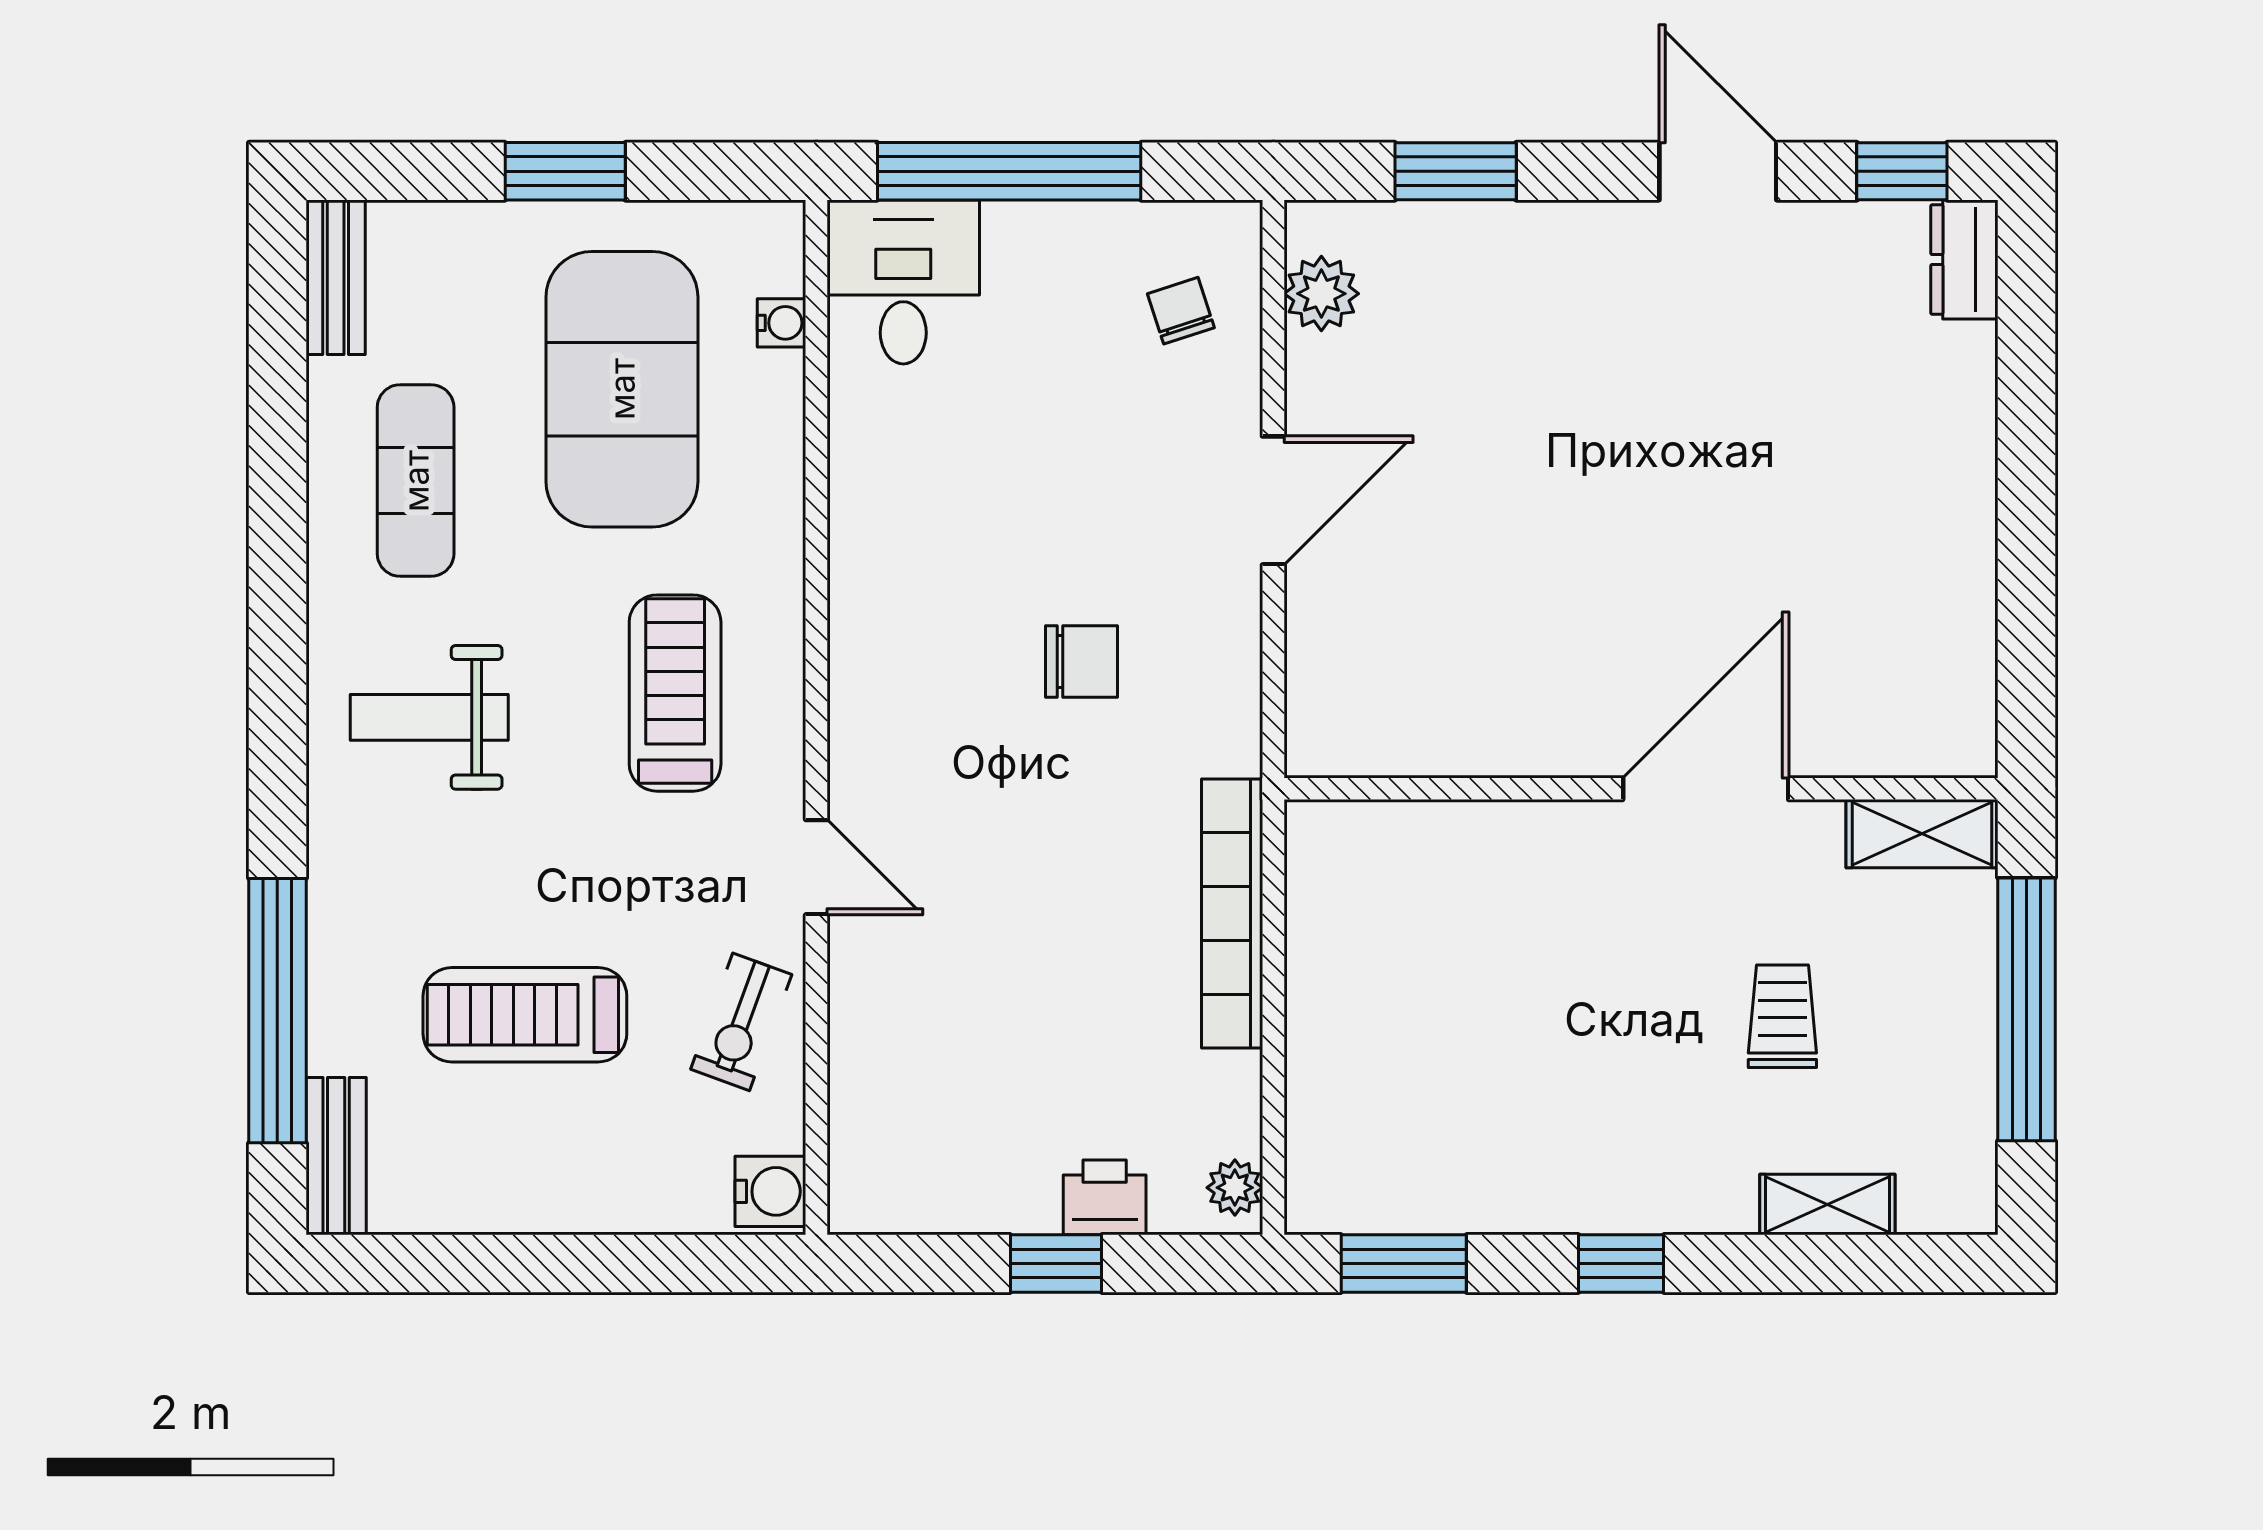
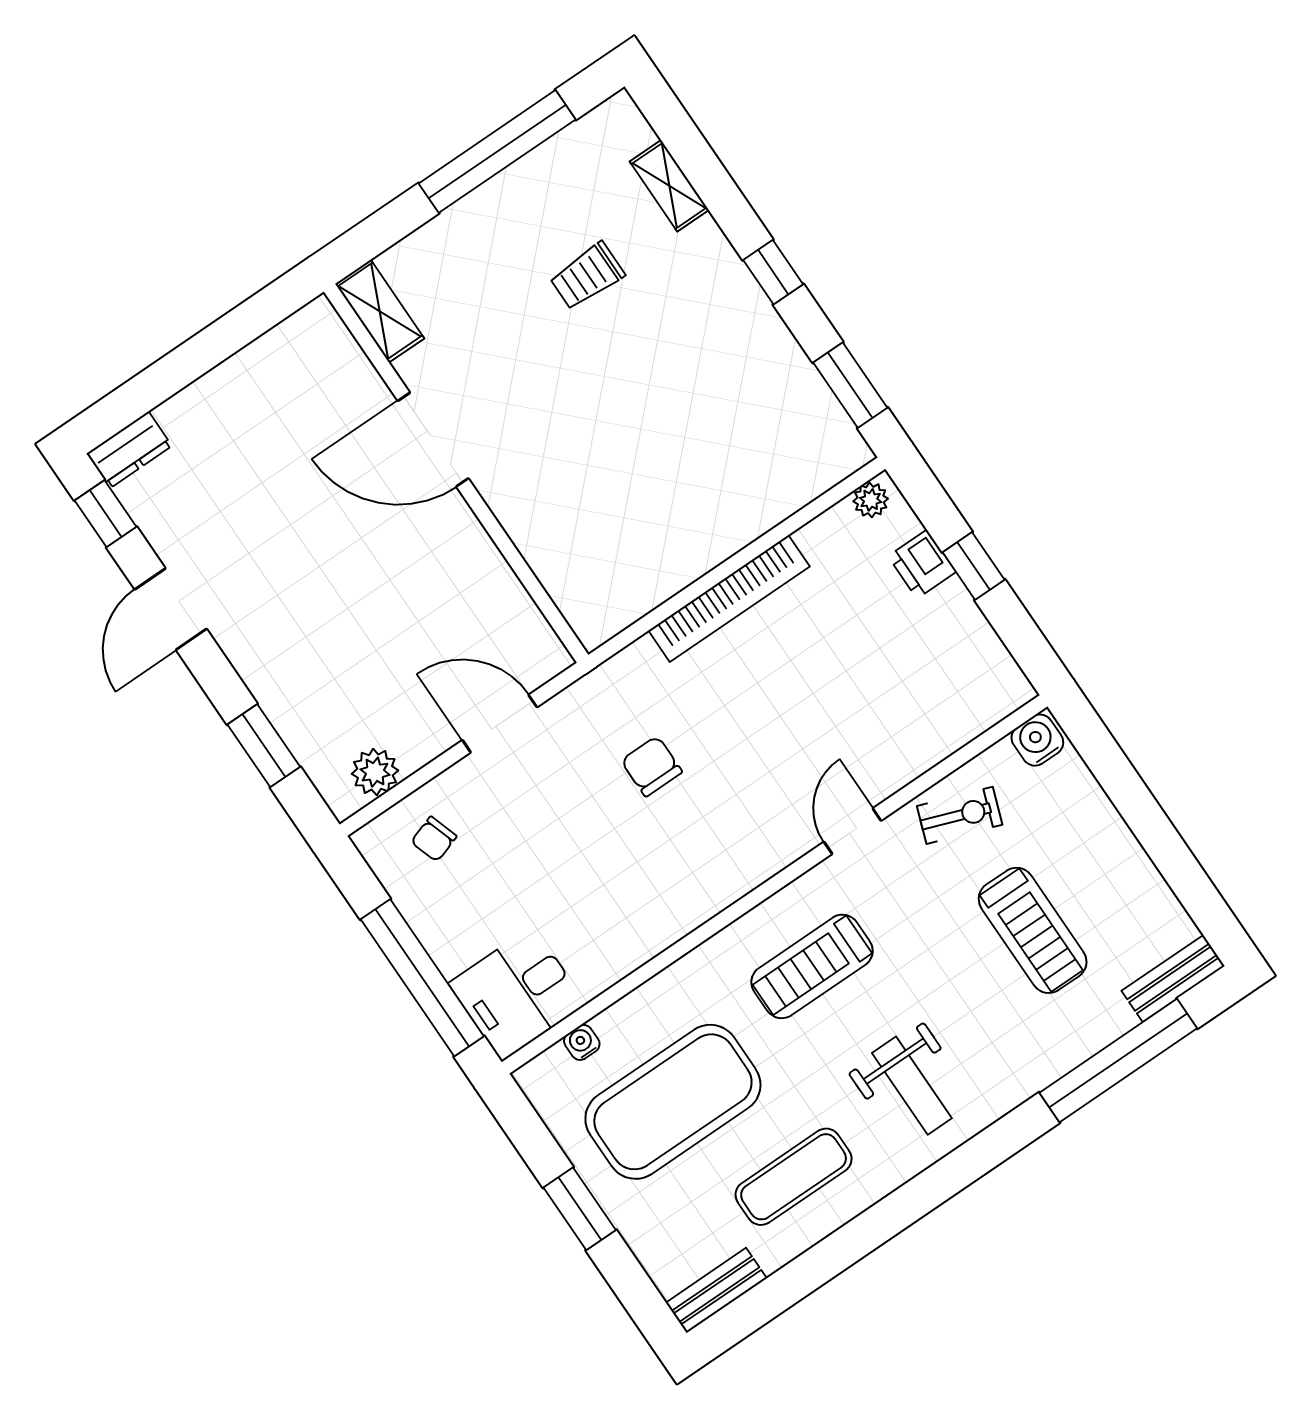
wall: (1641, 789) -> (456, 473), moved
door: (1706, 789) -> (433, 440), moved
shelving: (1922, 834) -> (380, 311), moved

